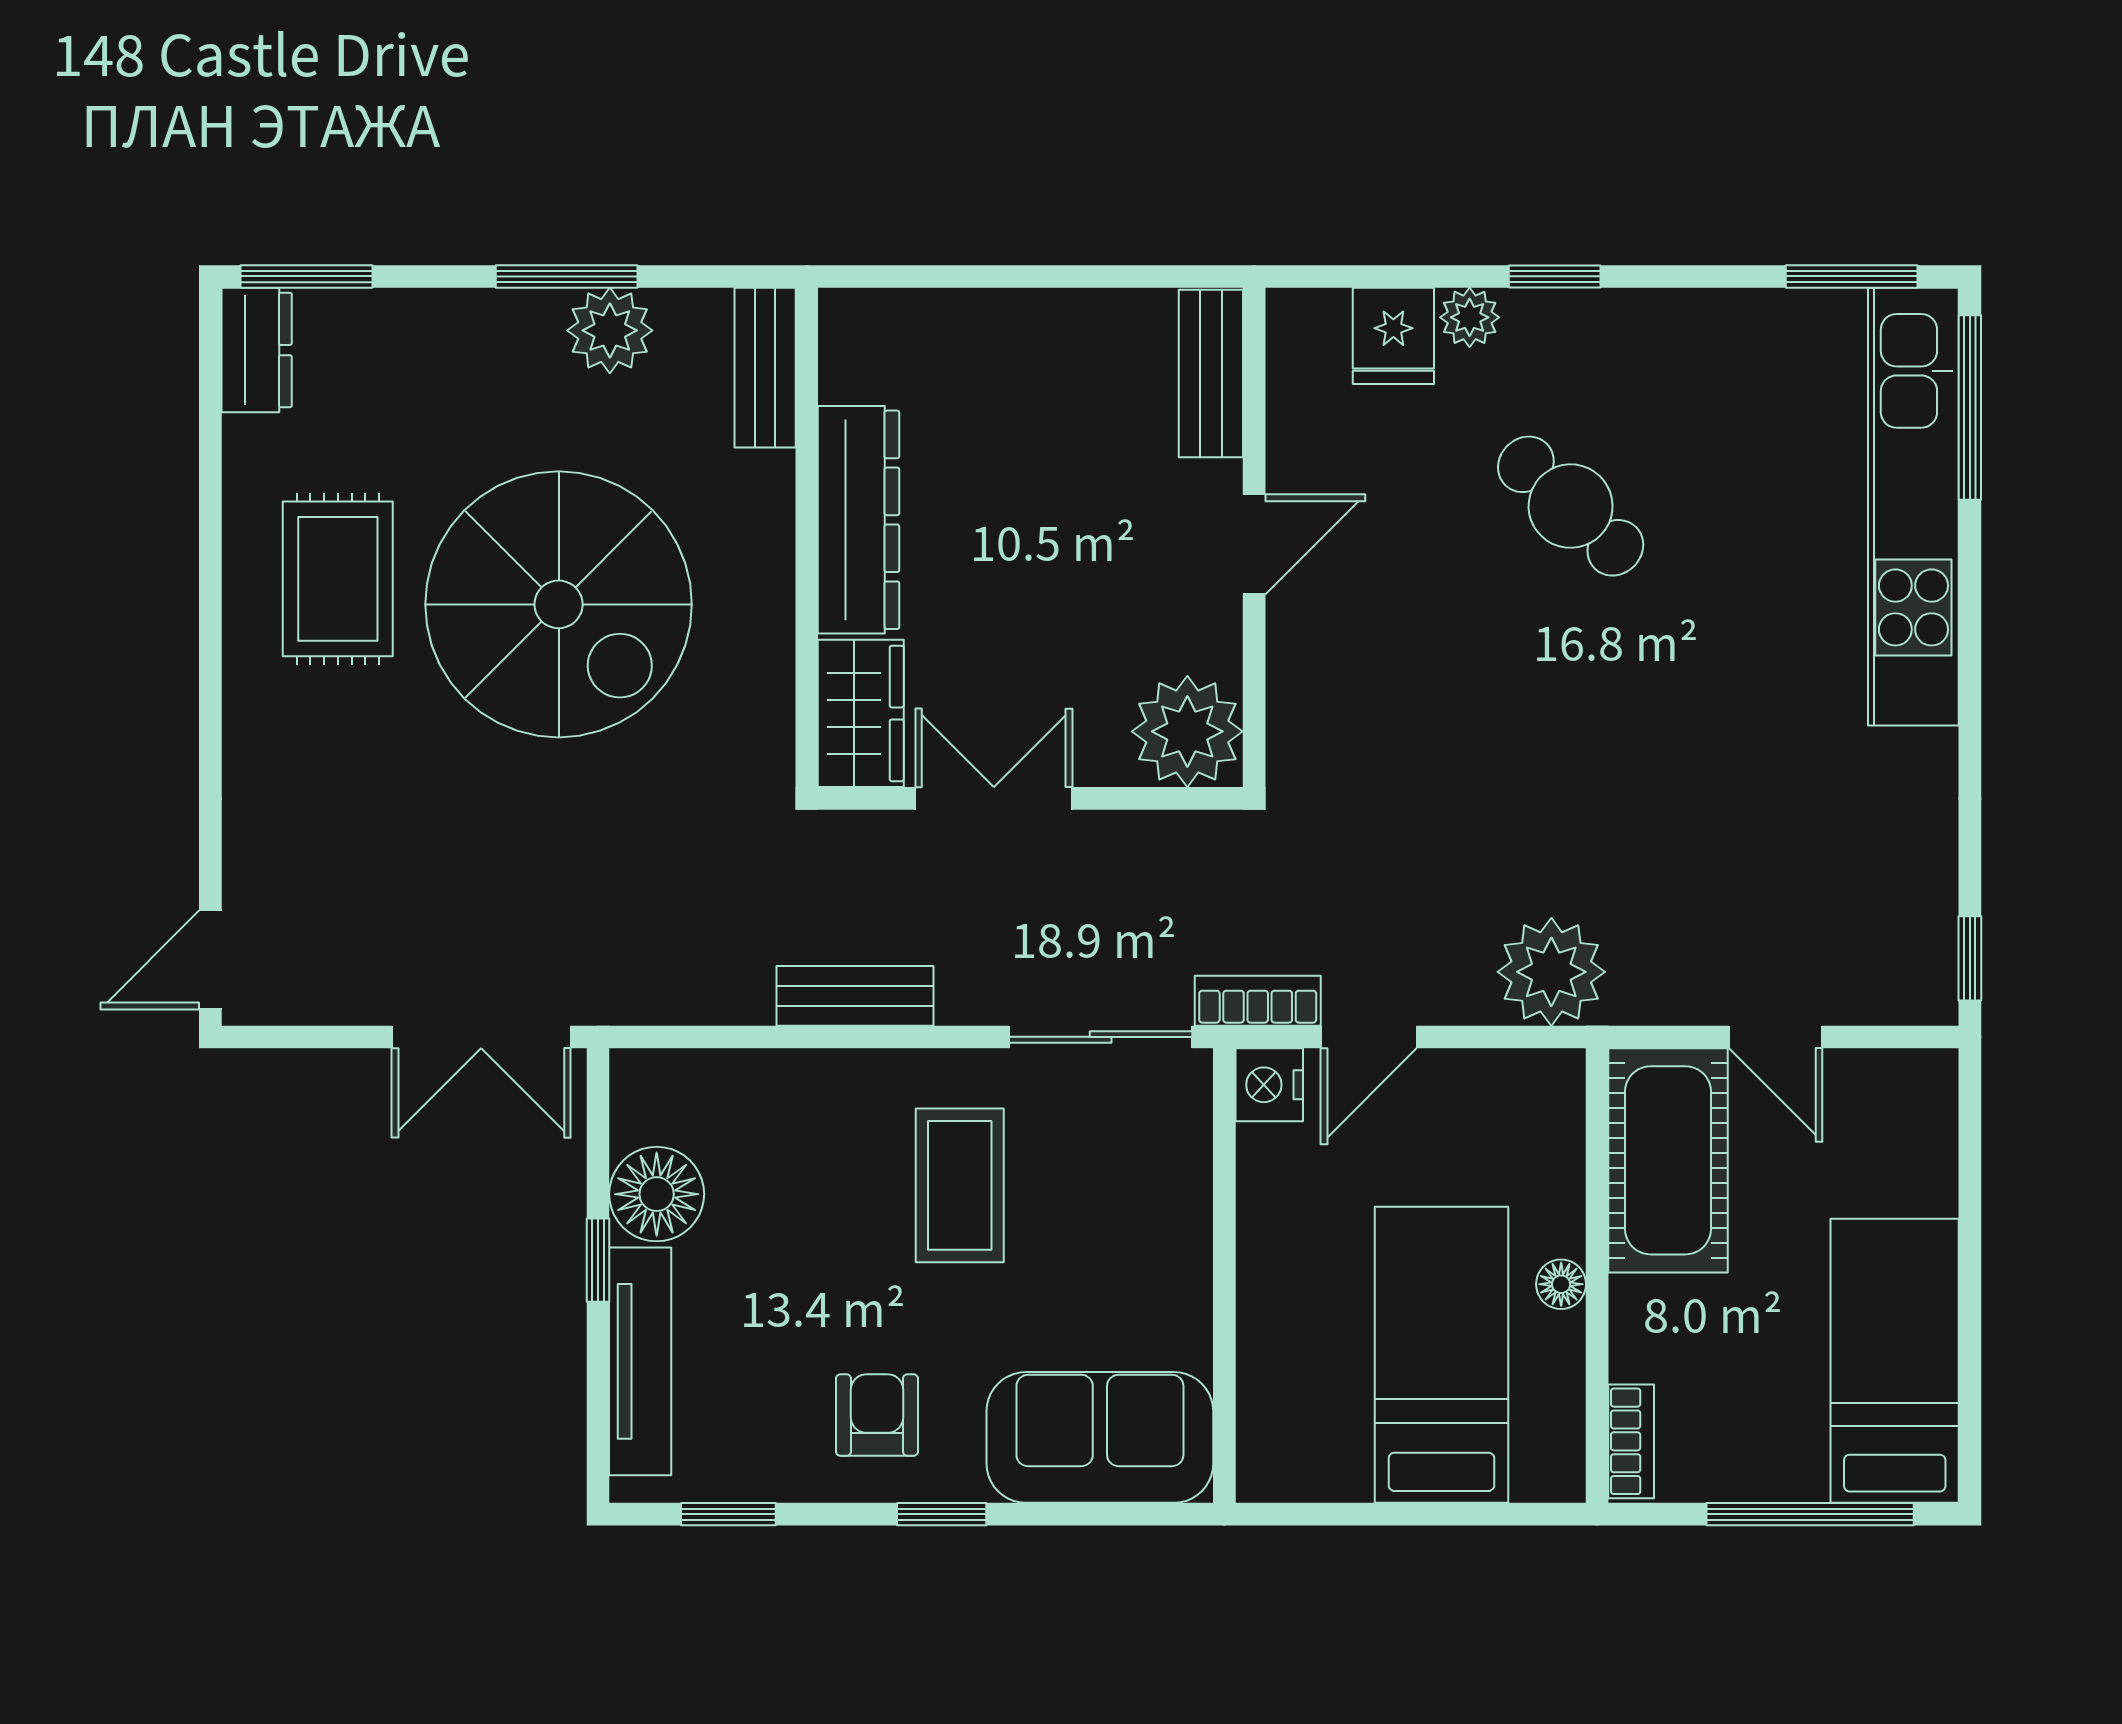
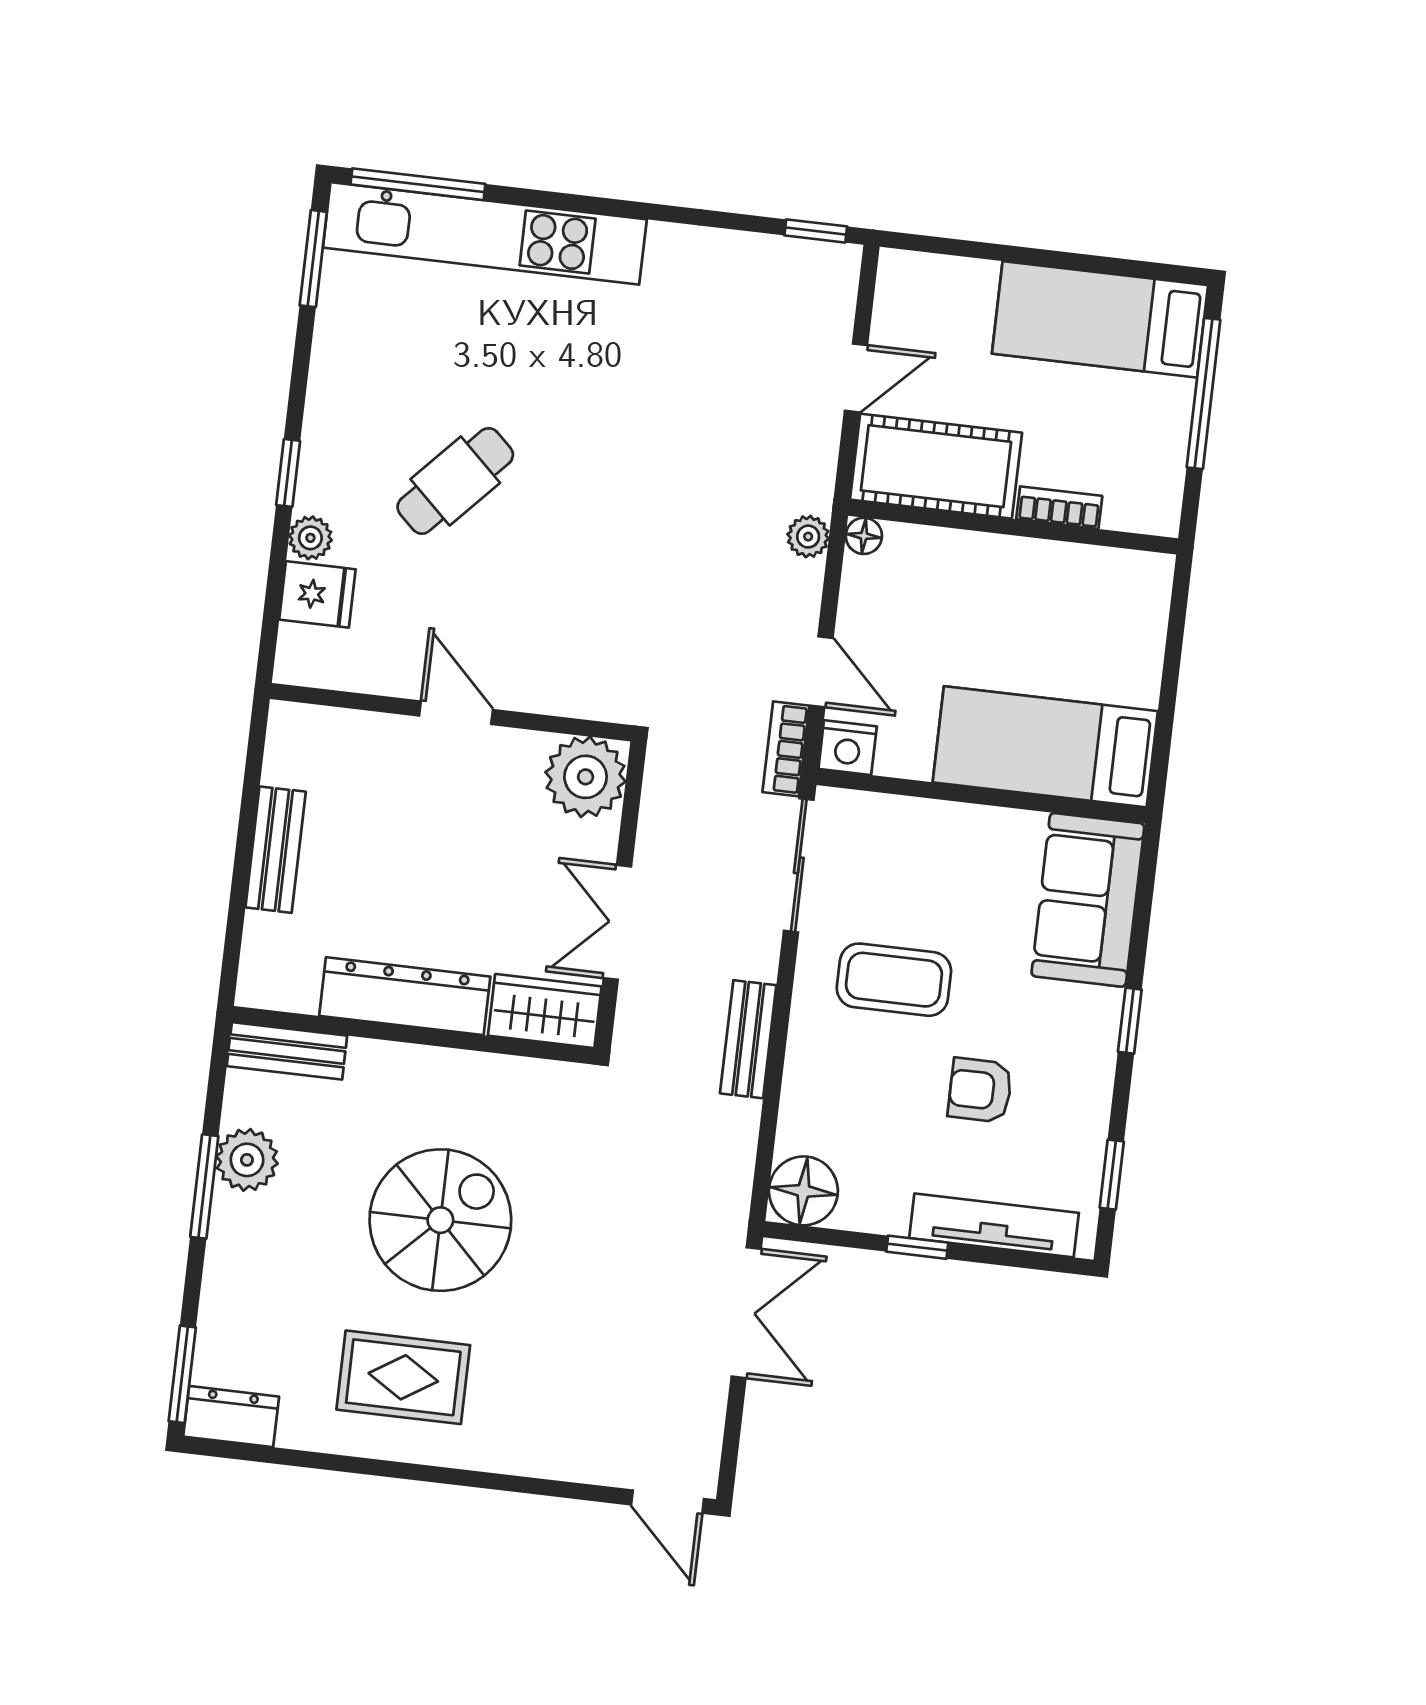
bench: (1211, 374) -> (276, 850), moved, turned 90
spiral stairs: (559, 604) -> (440, 1220), width x0.73, depth x0.73
plant: (1551, 972) -> (808, 537), width x0.53, depth x0.53
floor lamp: (657, 1194) -> (803, 1191), moved
floor lamp: (1561, 1284) -> (864, 536), moved
bed: (1441, 1355) -> (1045, 747), moved
armchair: (877, 1415) -> (980, 1090), moved
bookcase: (1631, 1441) -> (1059, 508), moved

